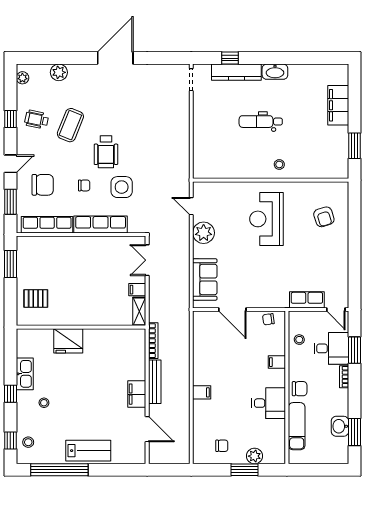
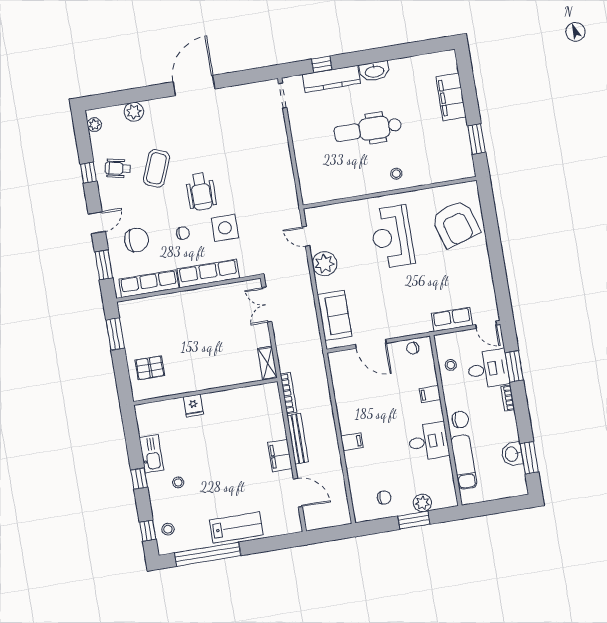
dental chair: (261, 122) -> (368, 129), width x1.36, depth x1.38
armchair: (324, 217) -> (456, 224), width x1.88, depth x1.88
filing cabinet: (137, 290) -> (261, 339), removed
fridge: (68, 341) -> (193, 406), width x0.53, depth x0.75

